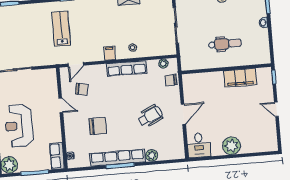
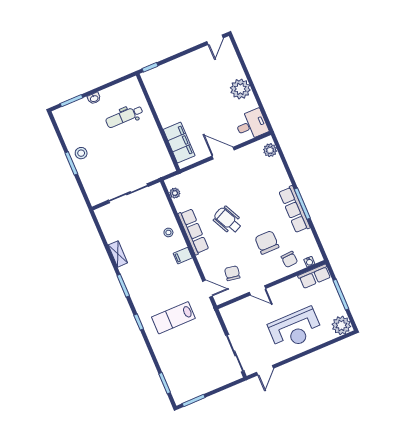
dental chair: (225, 44) -> (124, 117), moved, turned -90
filing cabinet: (240, 78) -> (179, 143), moved
chair: (171, 80) -> (289, 259), moved
door: (61, 105) -> (258, 290), swing flipped
door: (276, 109) -> (215, 40), moved
wheelchair: (150, 116) -> (228, 220), moved
plant: (152, 155) -> (270, 150), moved
row of seats: (118, 158) -> (294, 209), width x0.73

